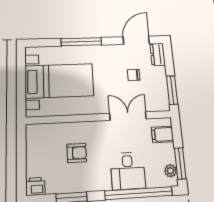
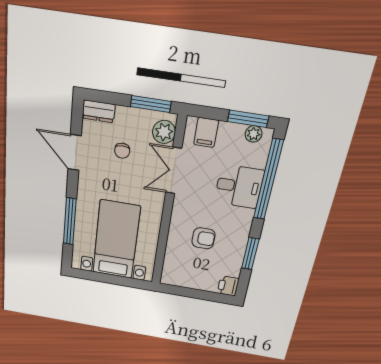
door: (136, 40) -> (75, 153), moved
window: (81, 42) -> (70, 221), moved
plant: (155, 103) -> (164, 132), added
armchair: (77, 153) -> (203, 238), turned 90

